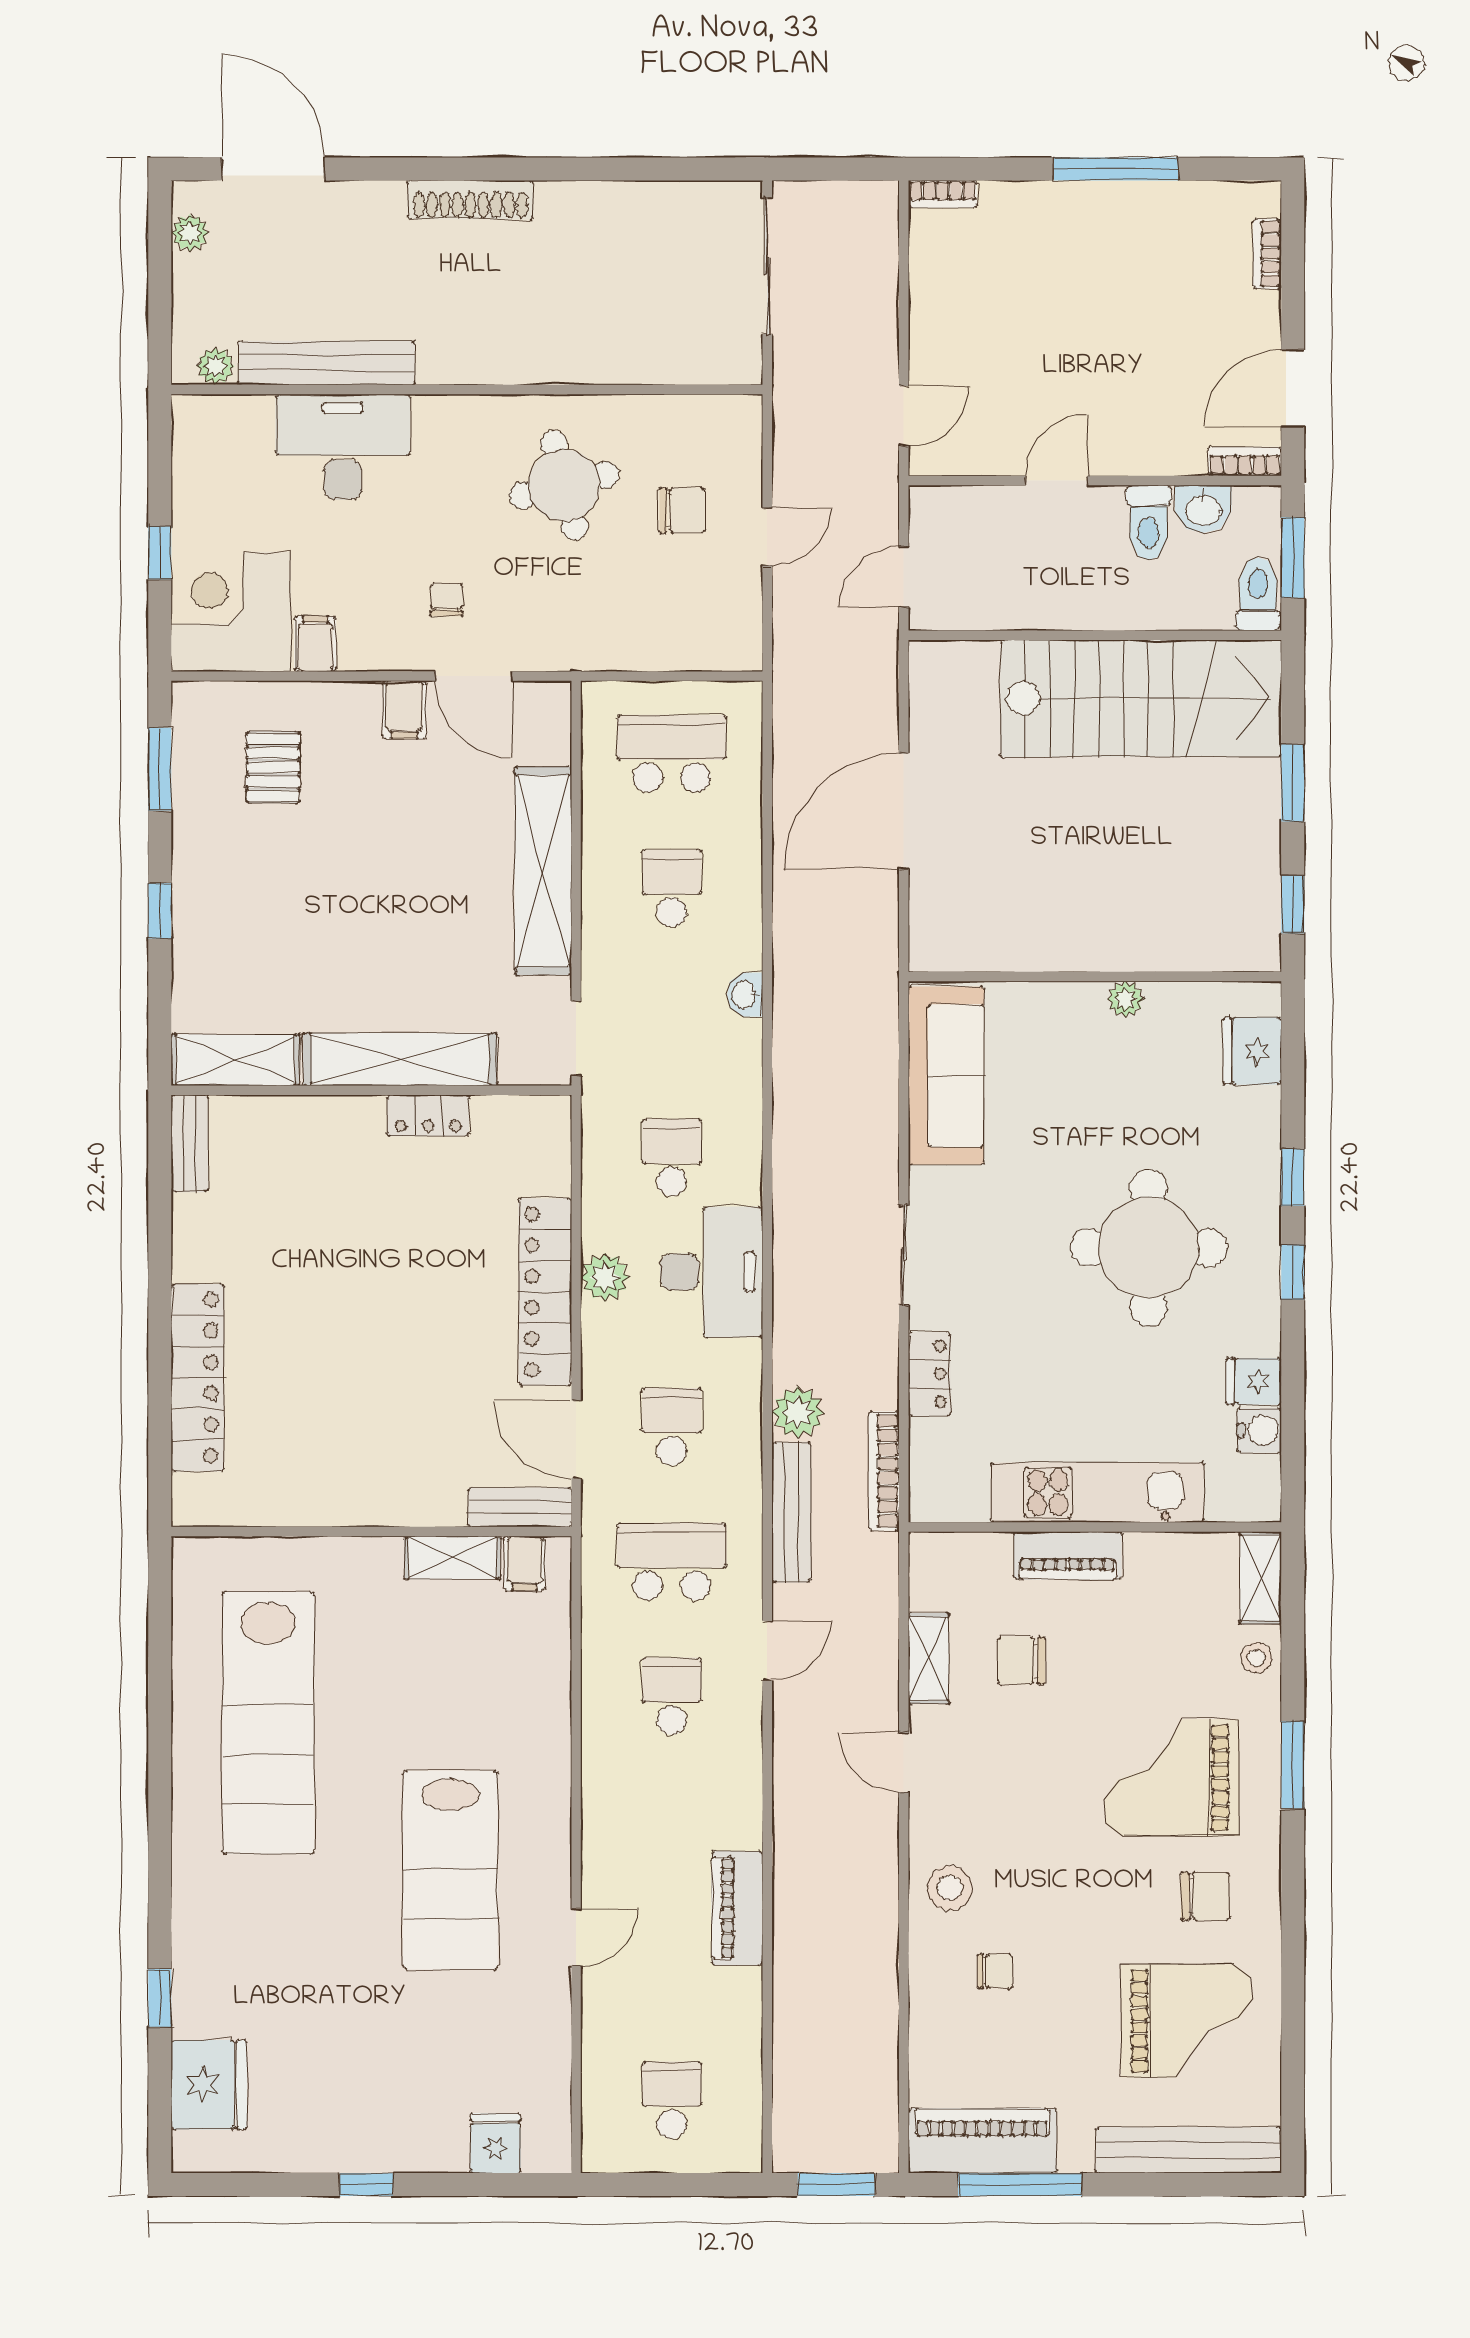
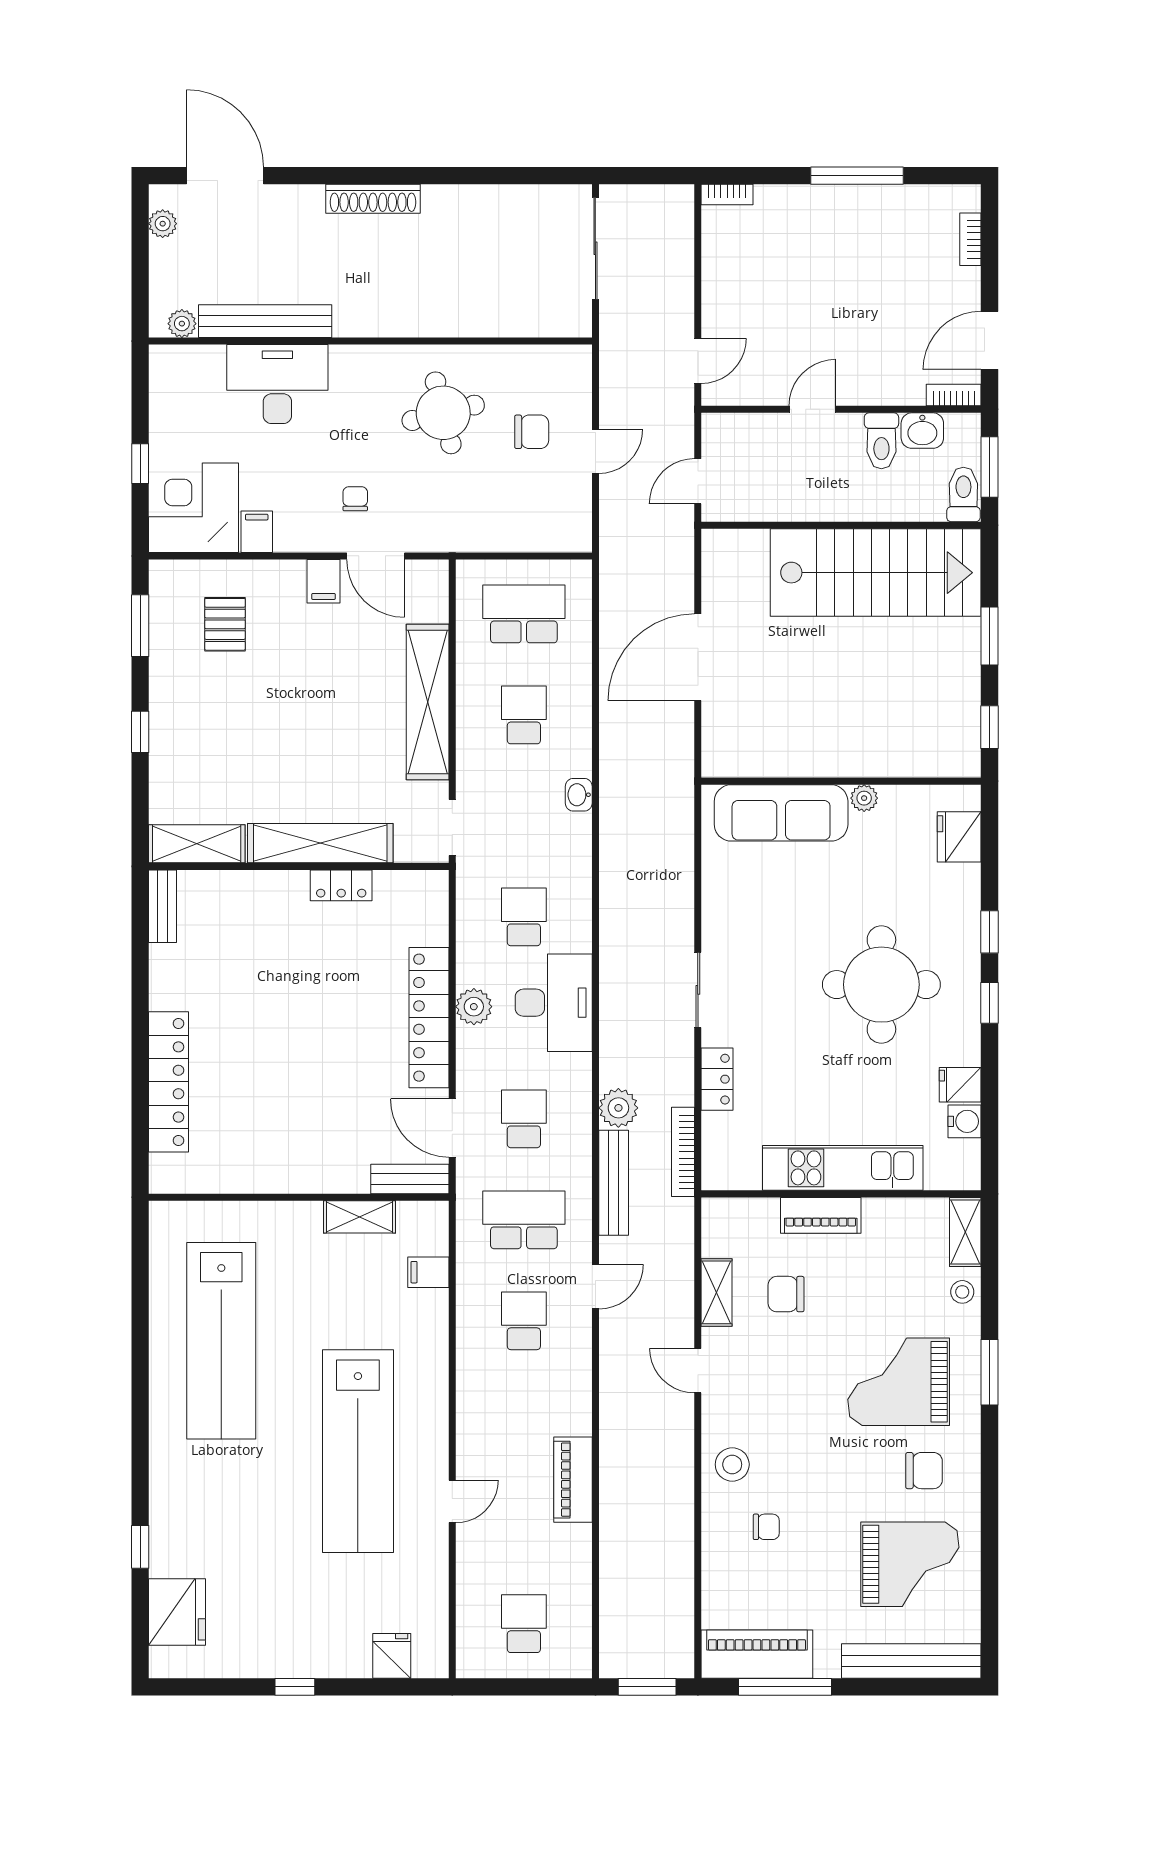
sofa: (946, 1076) -> (781, 813), moved, turned 90
filing cabinet: (525, 1563) -> (428, 1272), moved, turned 90
lab bench: (450, 1870) -> (358, 1451), width x1.36

